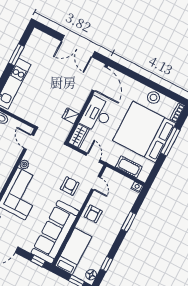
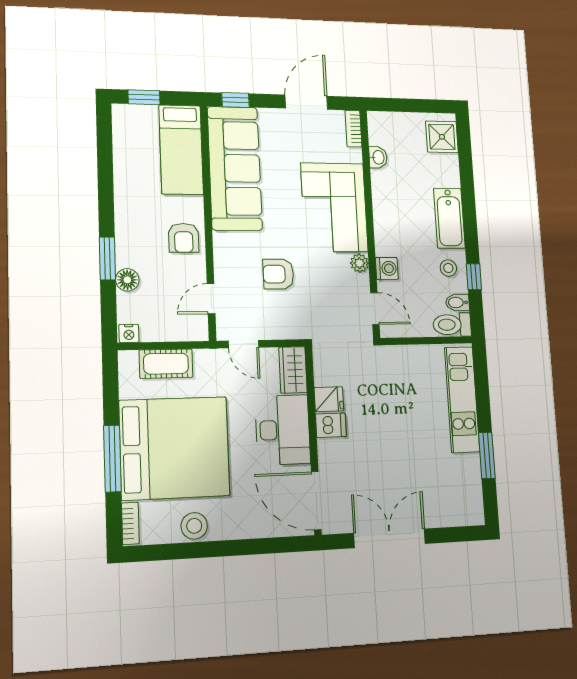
dishwasher: (76, 105) -> (331, 425), added
washing machine: (13, 156) -> (387, 268), added
door: (96, 183) -> (211, 299), hinge flipped
armchair: (70, 186) -> (278, 274), moved, turned 90
armchair: (93, 214) -> (184, 238), turned 180
window: (107, 264) -> (105, 156), removed
floor lamp: (91, 275) -> (127, 280), moved

